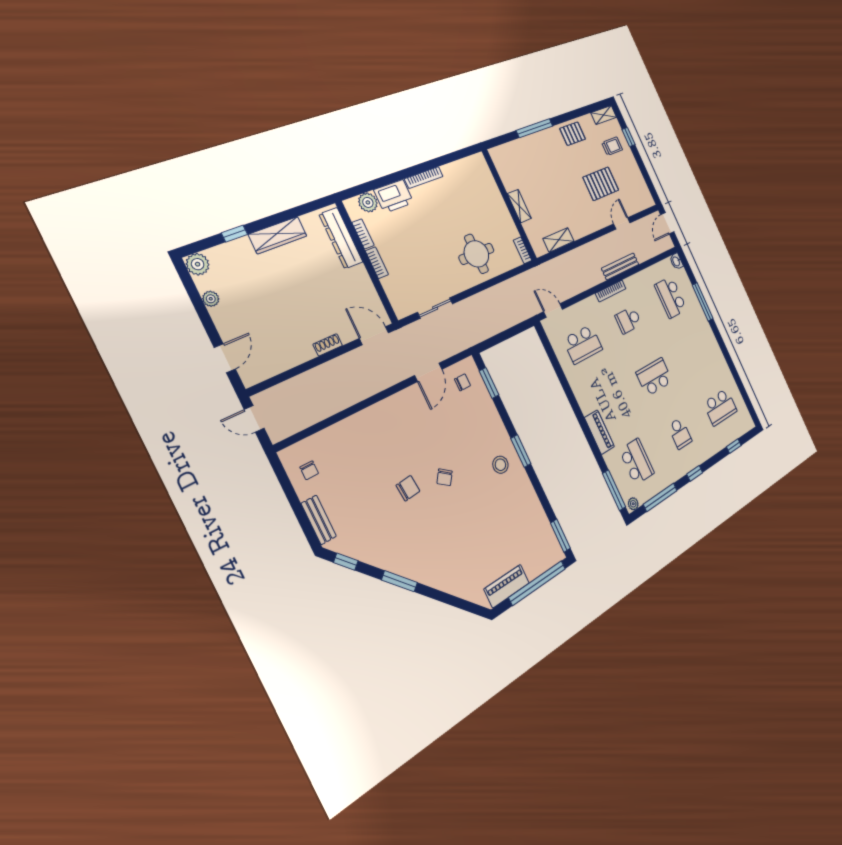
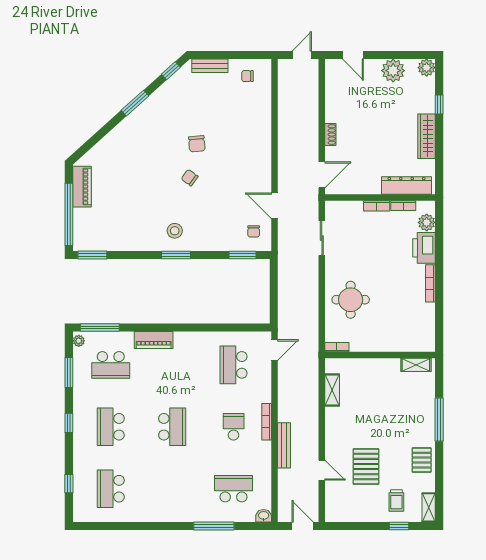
shelving: (519, 206) -> (416, 365), moved
plant: (211, 299) -> (393, 71), width x1.88, depth x1.88
school desk: (680, 433) -> (111, 427), width x1.85
window: (660, 497) -> (69, 372), width x0.69

